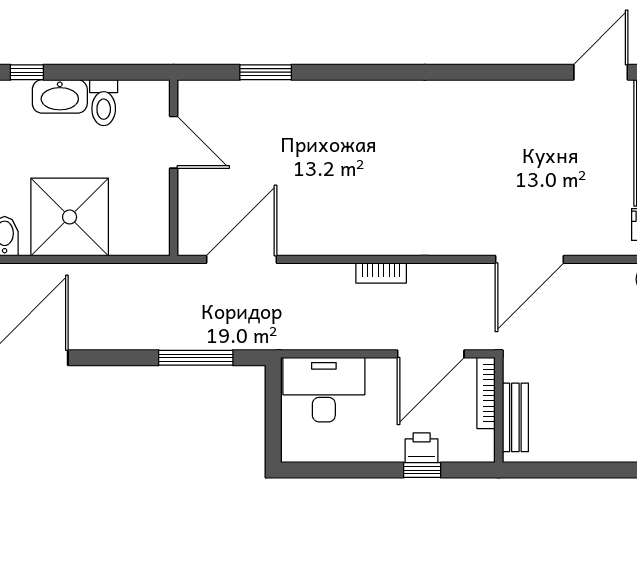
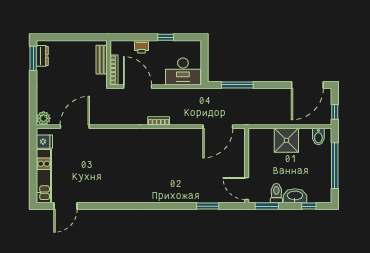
window: (126, 72) -> (267, 206), added
door: (174, 142) -> (247, 189), moved
shower: (70, 217) -> (286, 140), width x0.73, depth x0.73
door: (530, 259) -> (75, 127), moved
door: (431, 354) -> (138, 87), hinge flipped
window: (422, 470) -> (166, 37), moved

